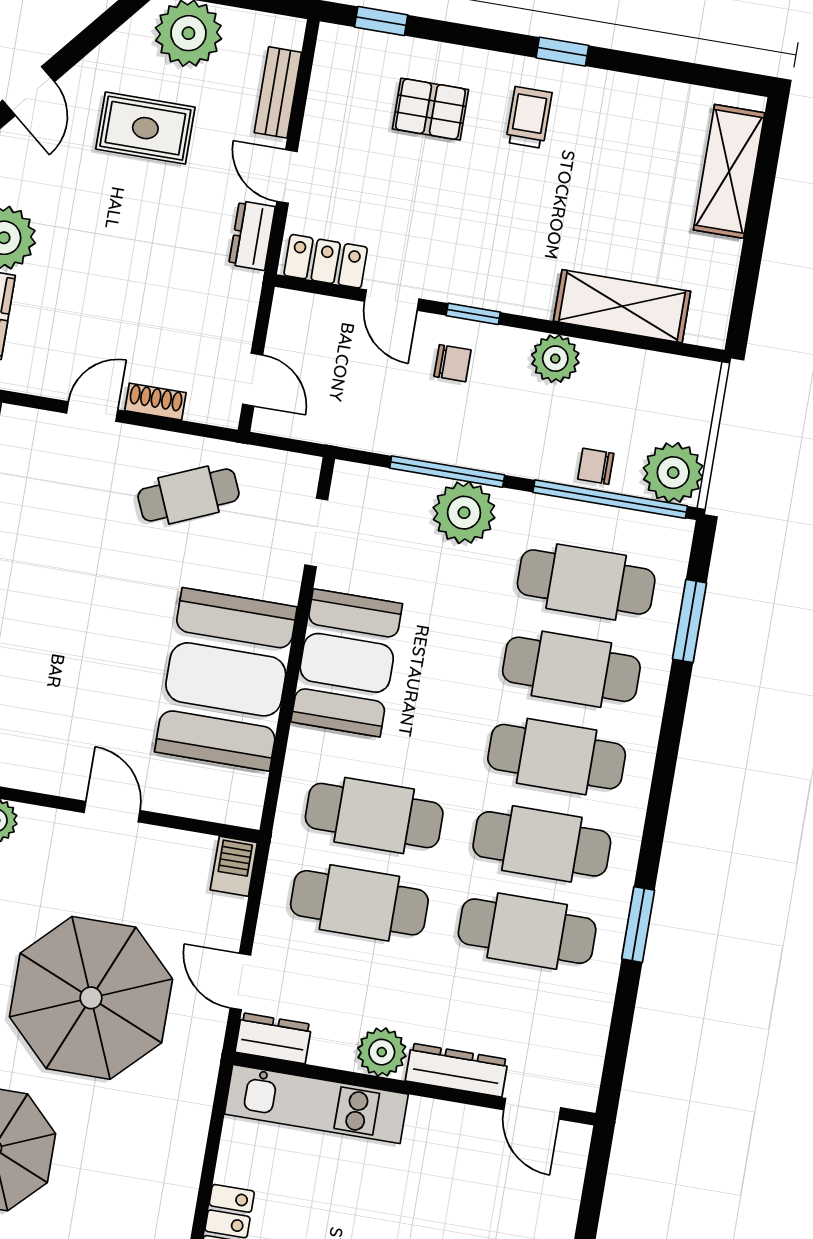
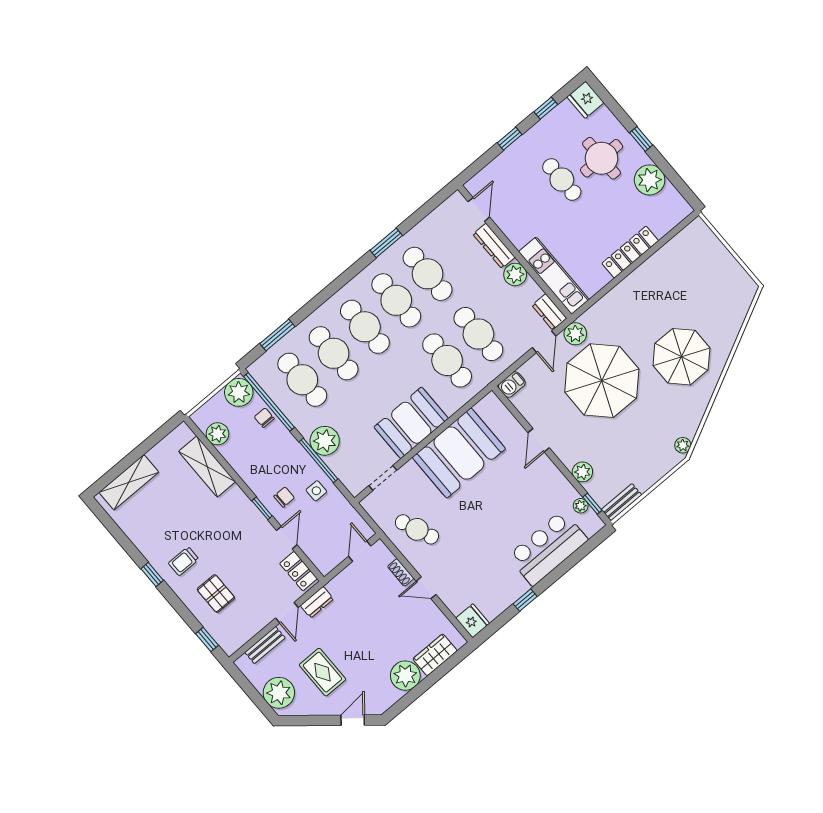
plant: (555, 359) -> (217, 434), moved
chair: (453, 363) -> (284, 497), turned 90
side table: (408, 419) -> (316, 491), added
chair: (596, 466) -> (264, 418), turned 180
plant: (200, 1038) -> (575, 334), added

